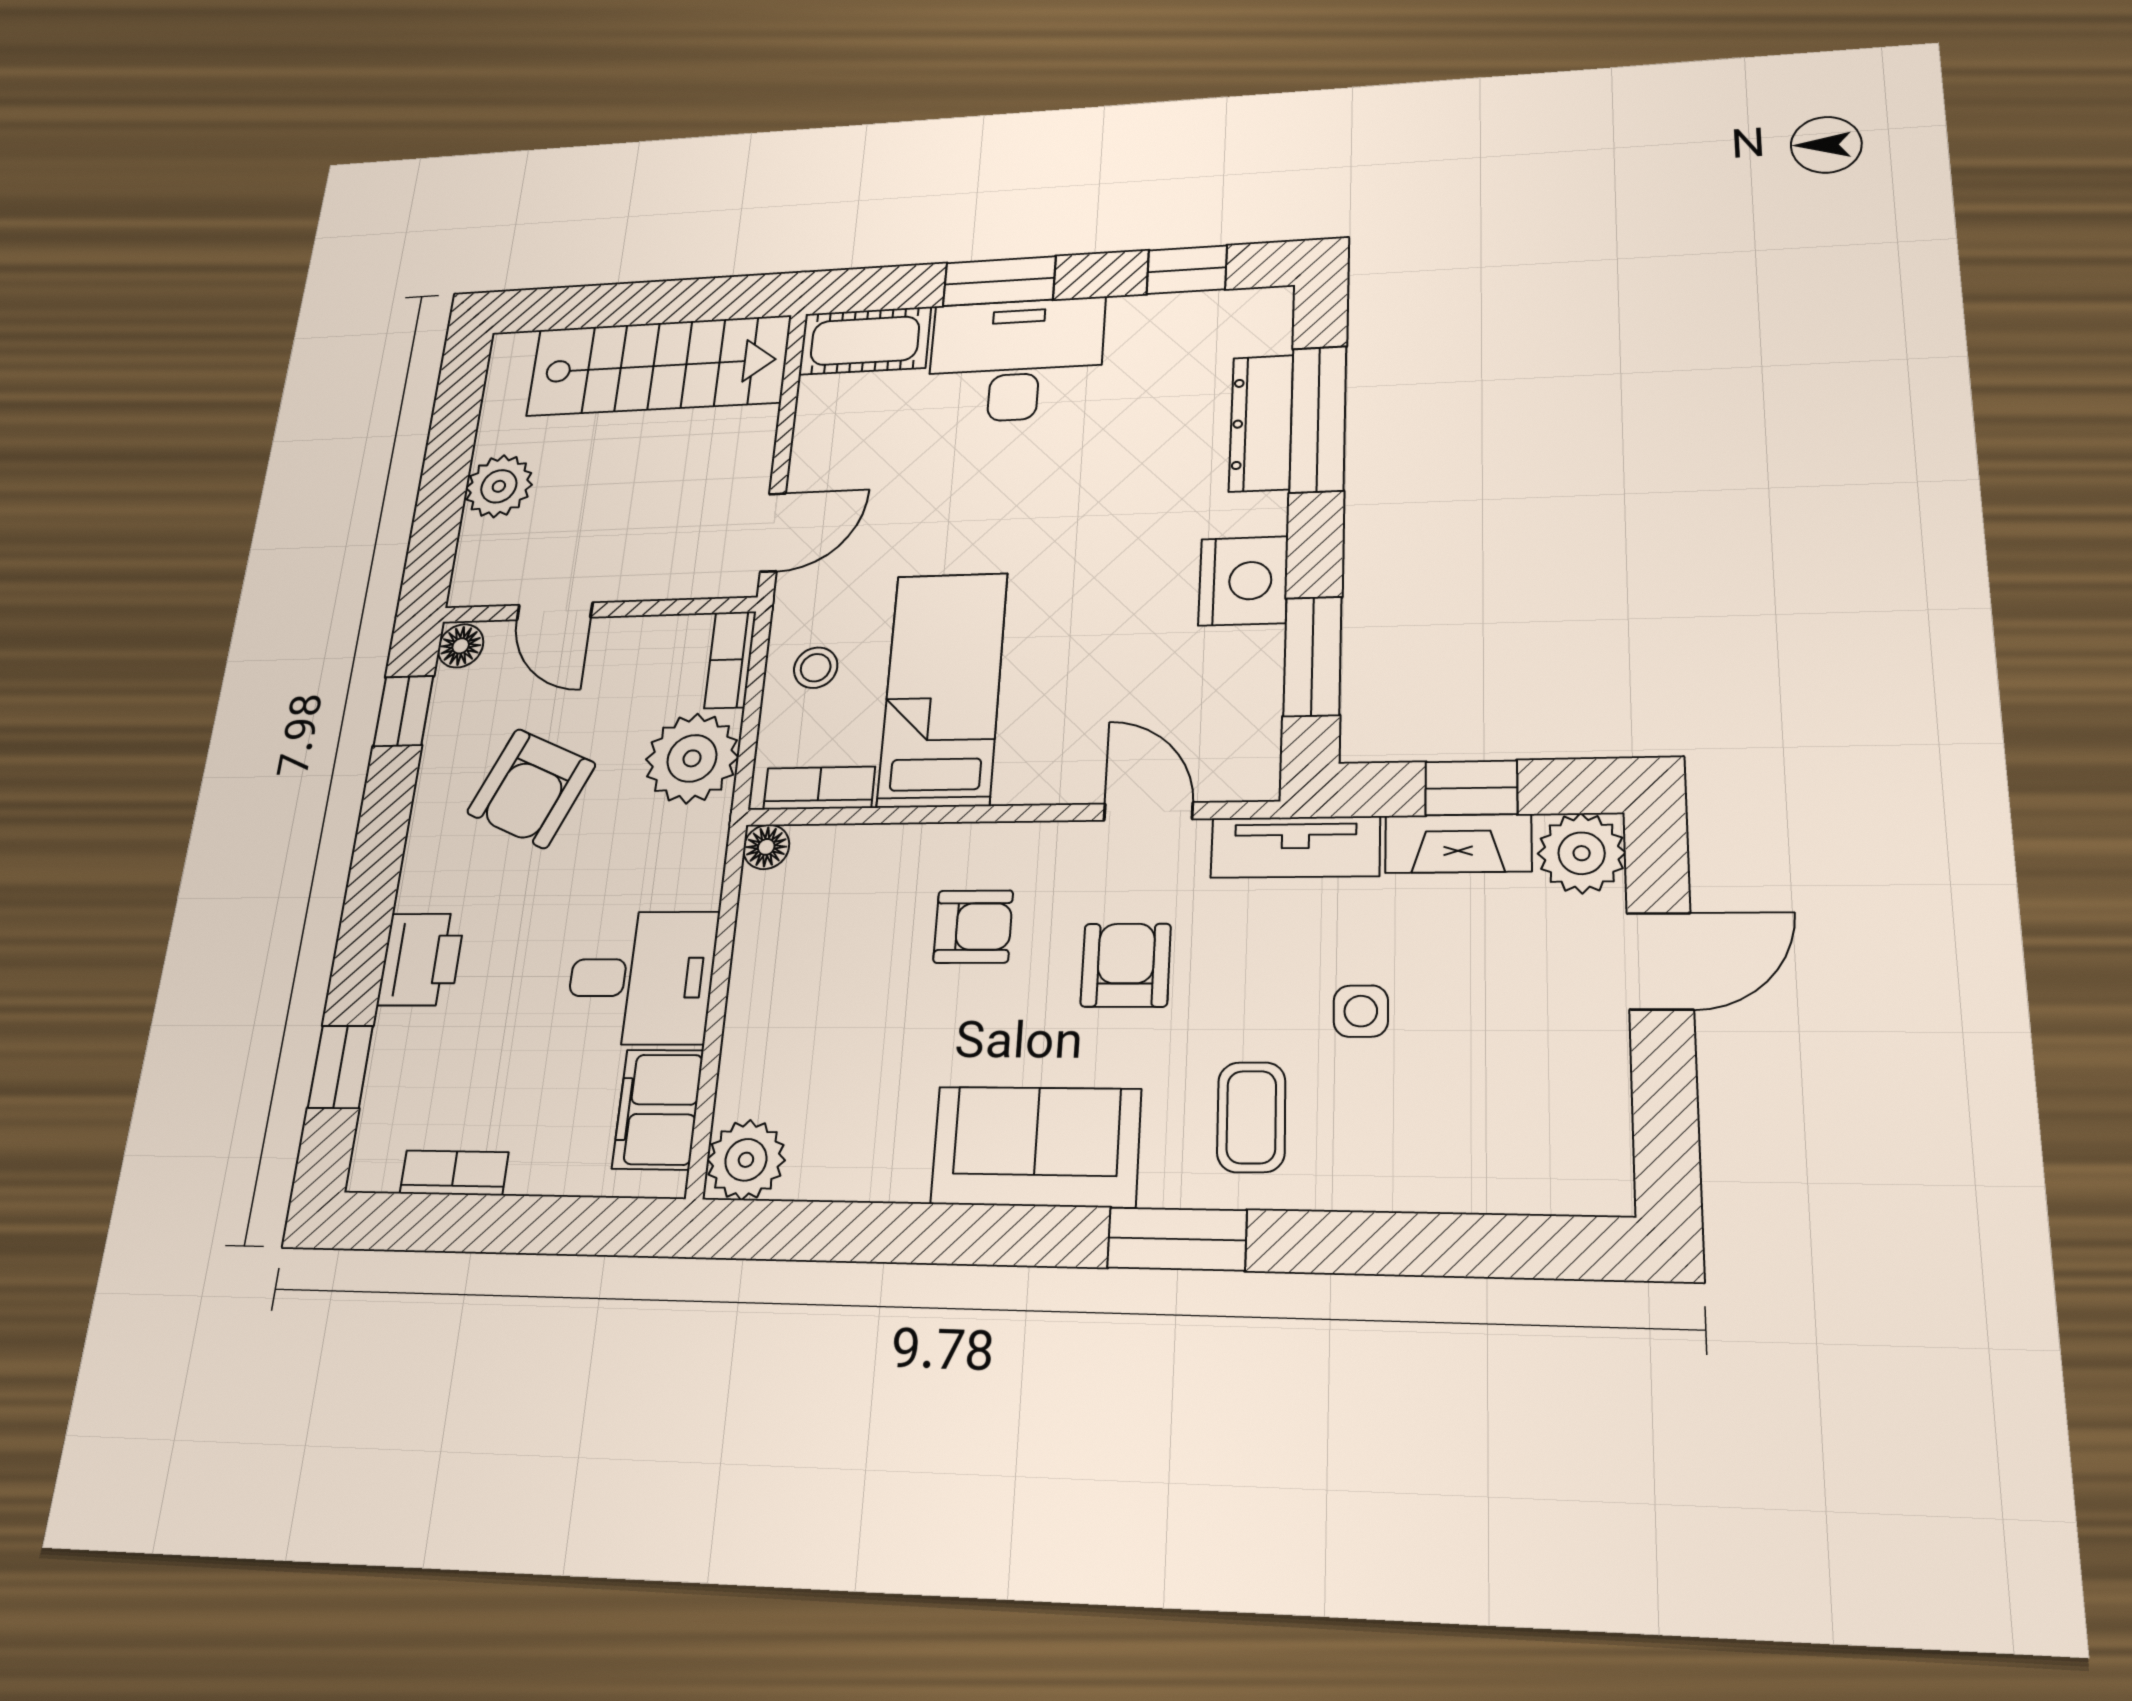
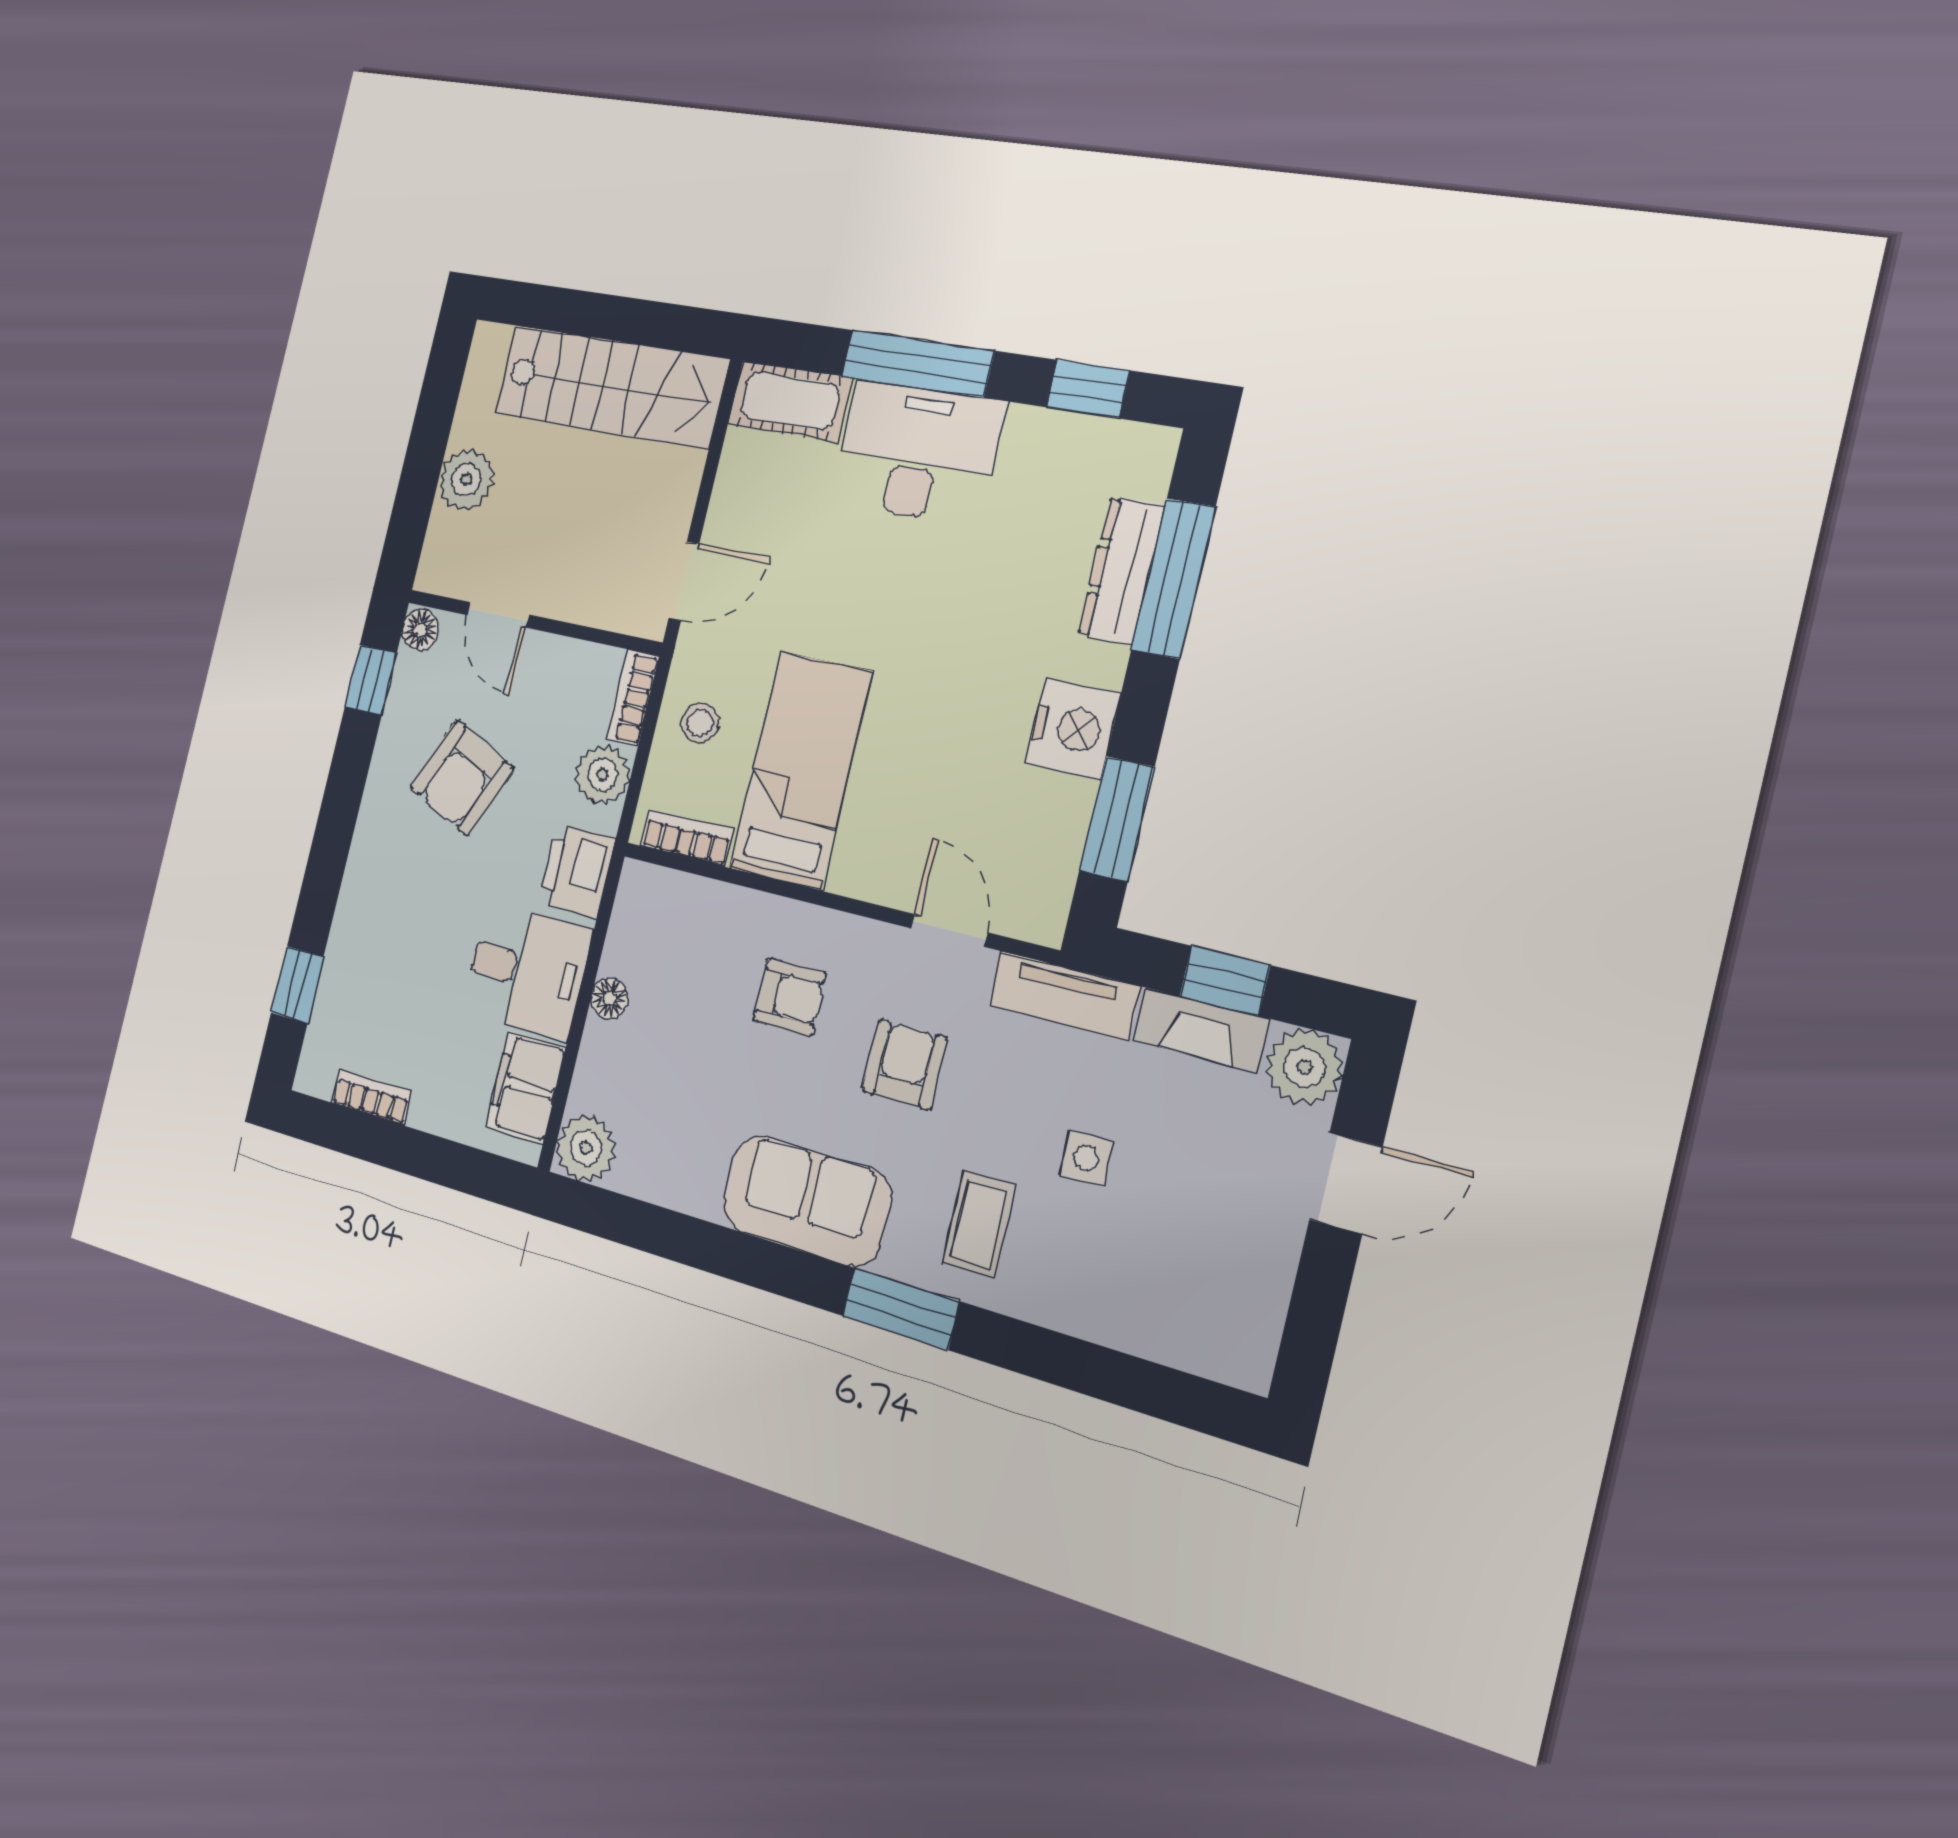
window: (999, 281) -> (917, 363), width x1.44
plant: (692, 758) -> (603, 775), width x0.73, depth x0.73
floor lamp: (766, 847) -> (610, 998), moved
printer: (421, 959) -> (577, 871), moved, turned 180

